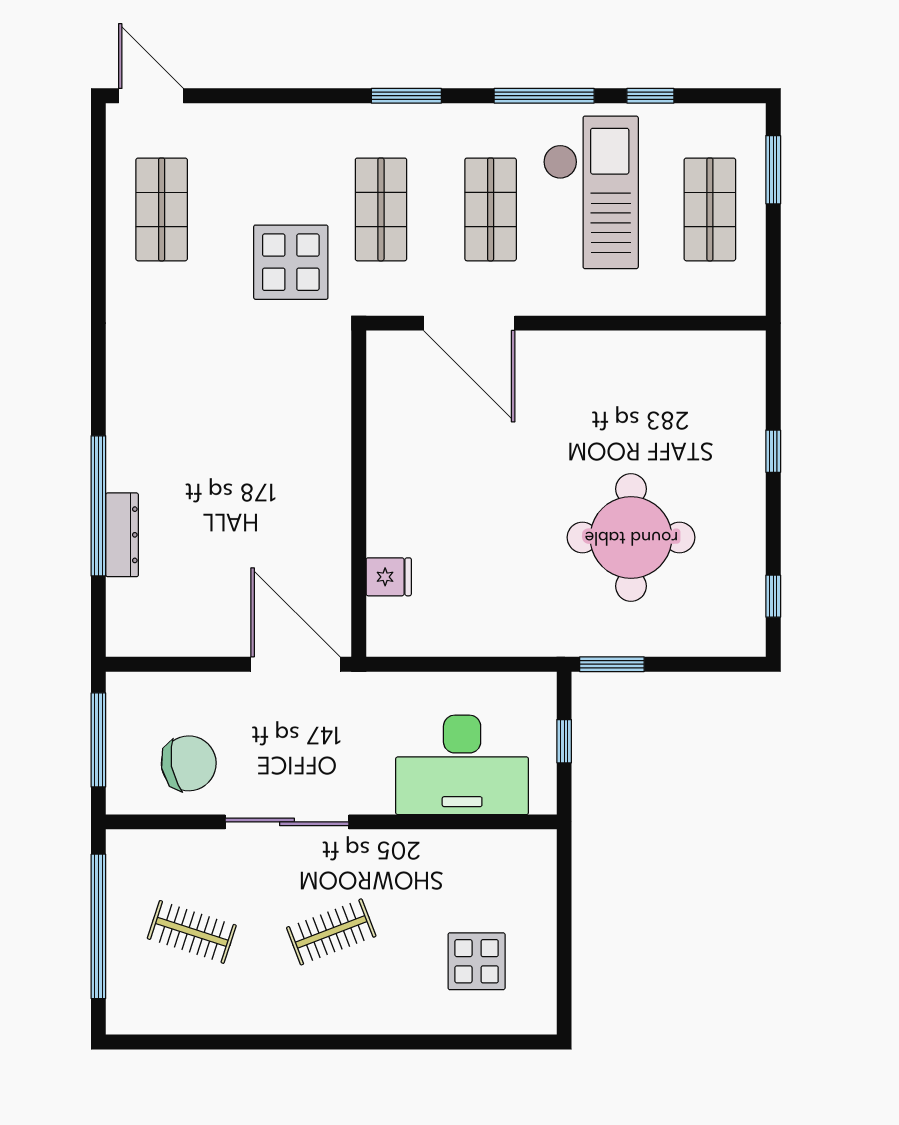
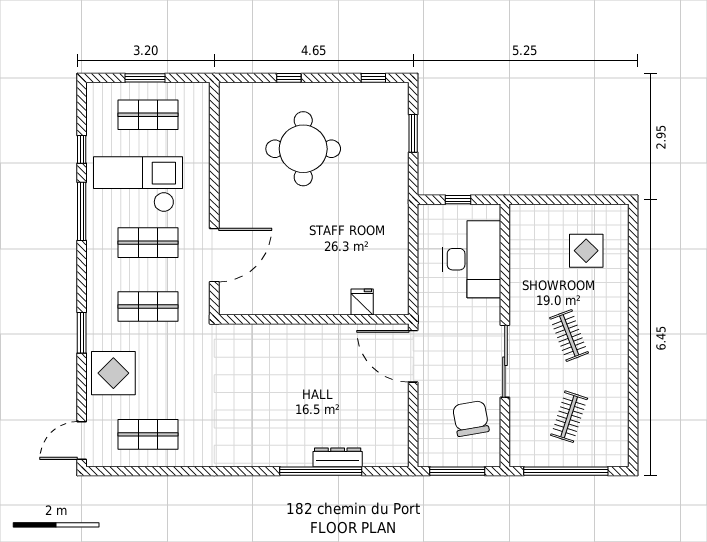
window: (406, 96) -> (82, 333), moved
window: (773, 170) -> (145, 78), moved
display table: (291, 262) -> (113, 373), moved
round table: (631, 537) -> (303, 149), moved
door: (295, 664) -> (413, 356), hinge flipped
window: (612, 664) -> (413, 133), moved

